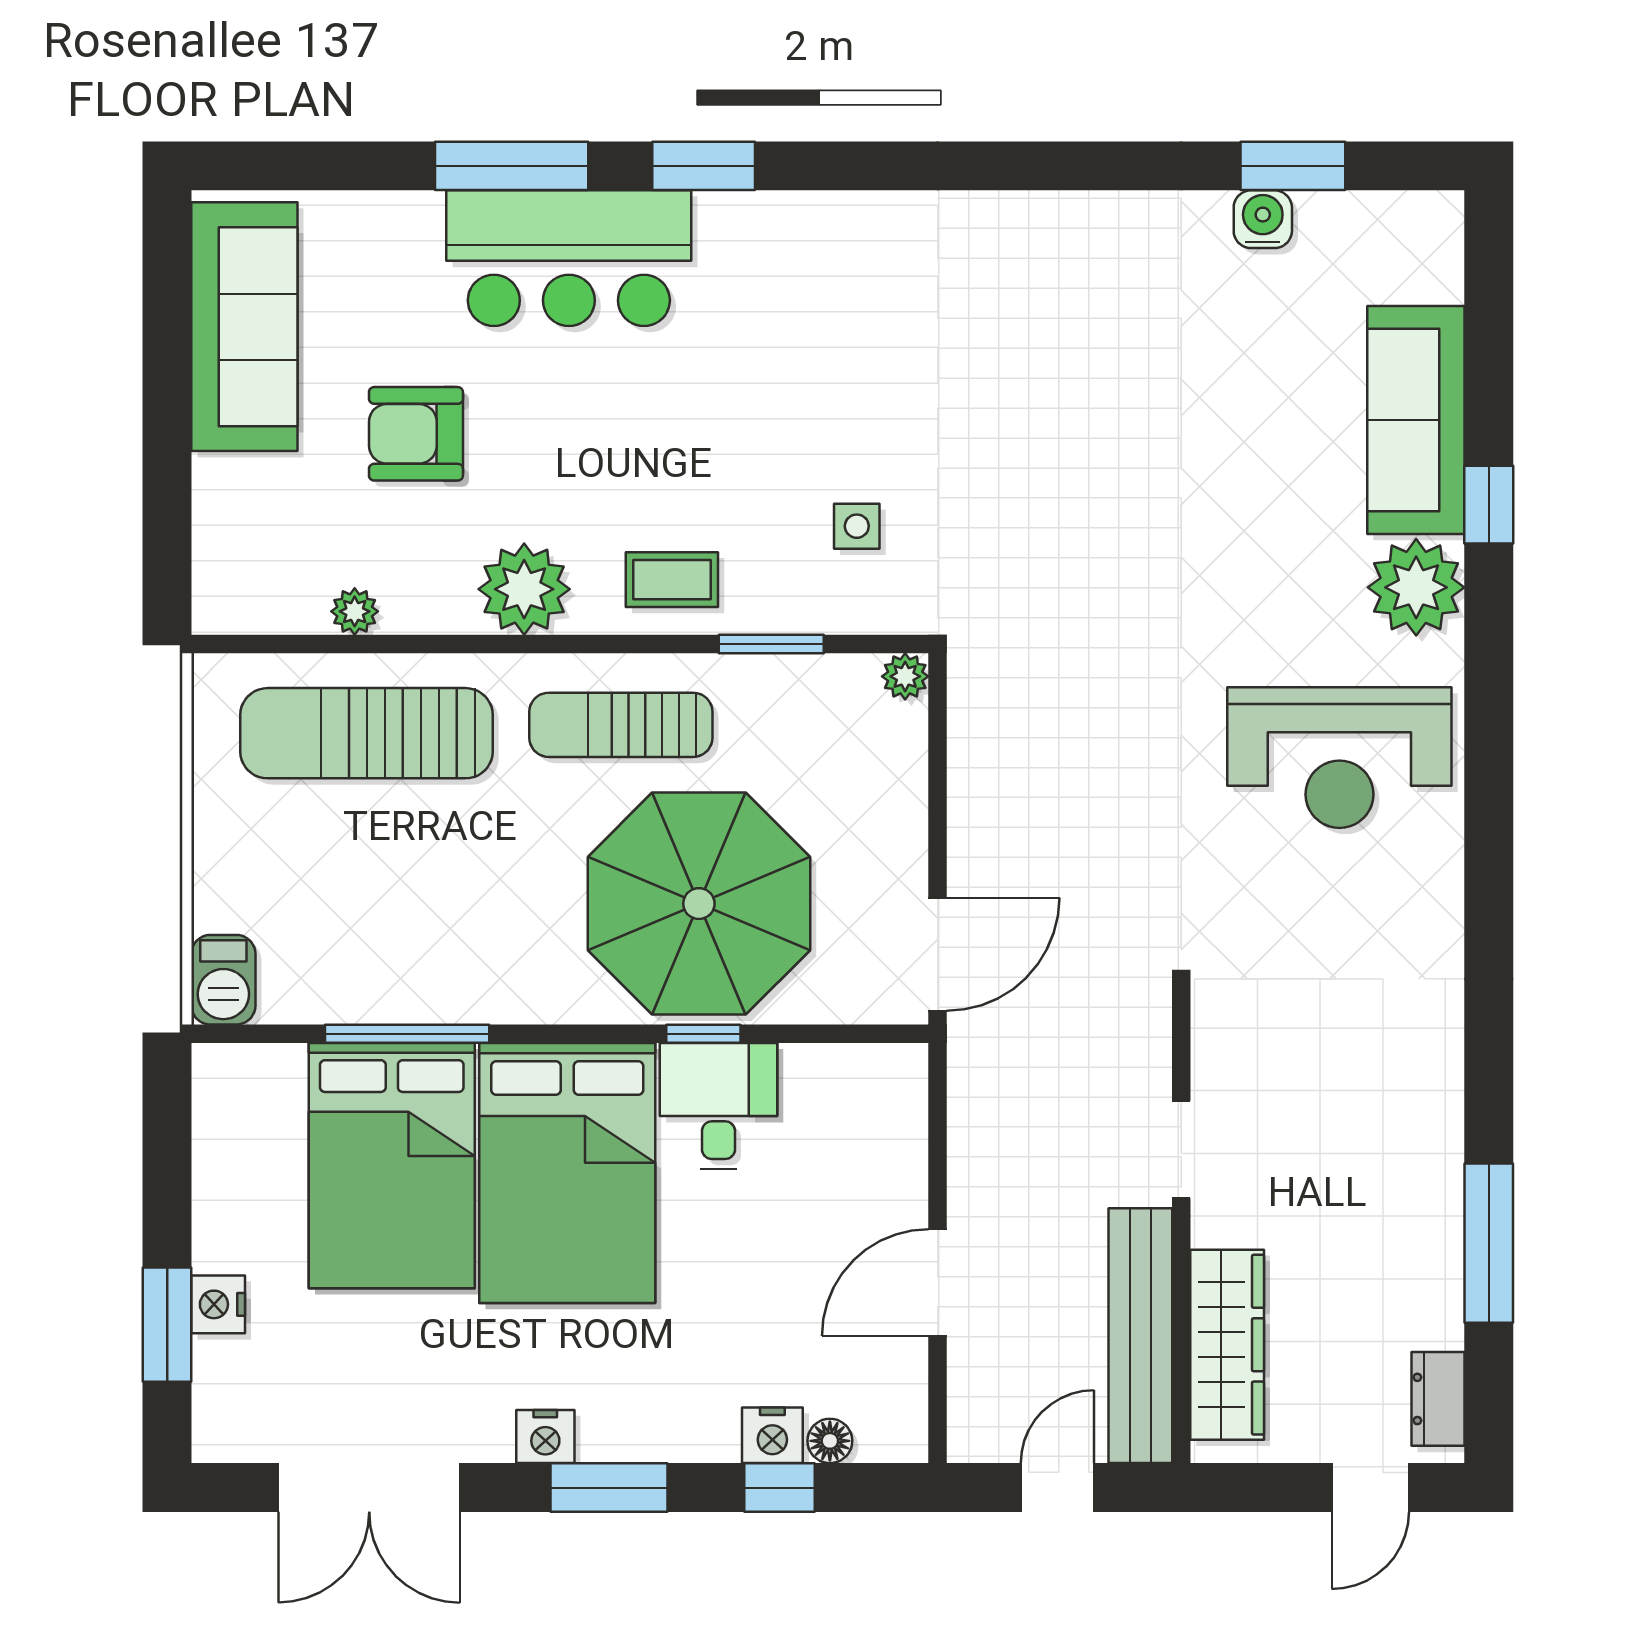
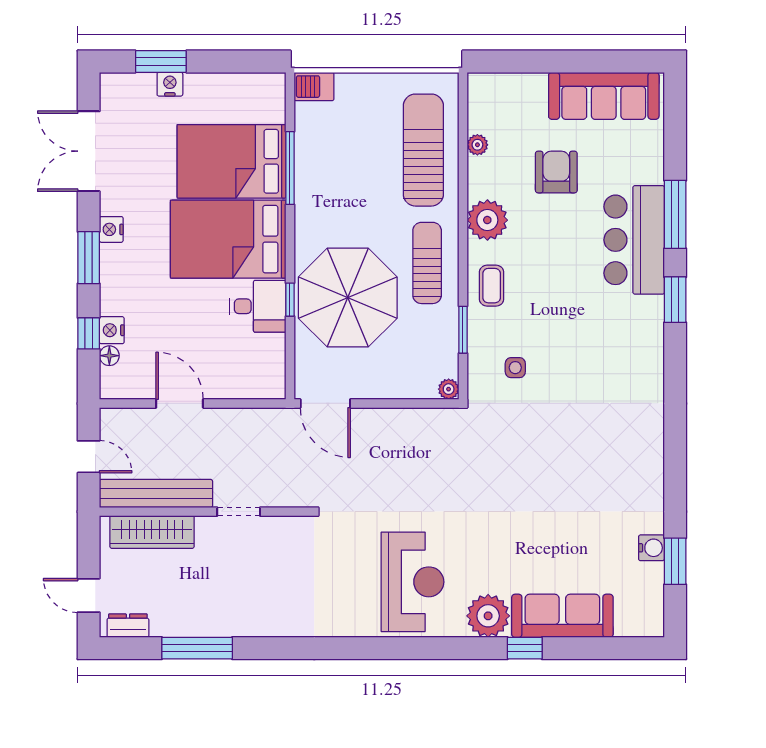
reception desk: (1339, 758) -> (413, 582), turned 180

